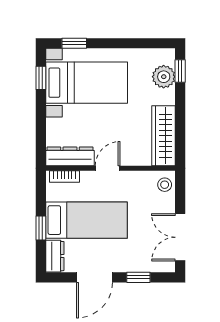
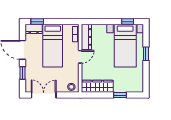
window: (74, 43) -> (146, 54), moved
window: (180, 71) -> (120, 95), moved
plant: (164, 77) -> (128, 86), removed
door: (108, 168) -> (80, 57), hinge flipped
window: (41, 228) -> (37, 22), moved

